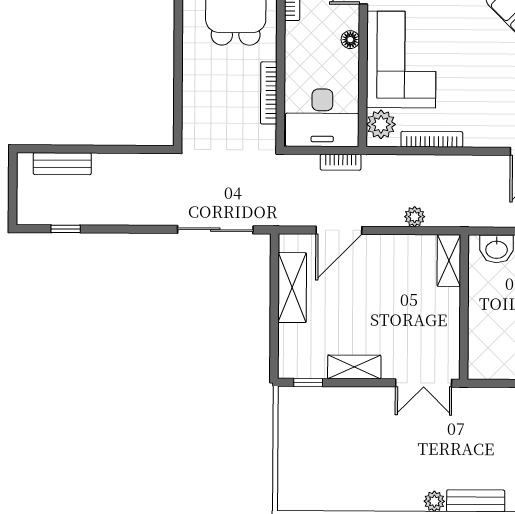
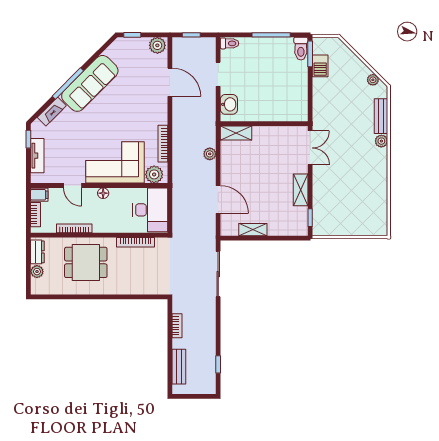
bookcase: (341, 162) -> (177, 326), moved
shelving: (292, 288) -> (253, 230), width x0.67, depth x0.75

